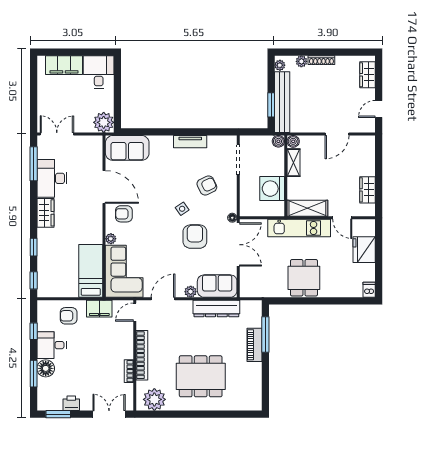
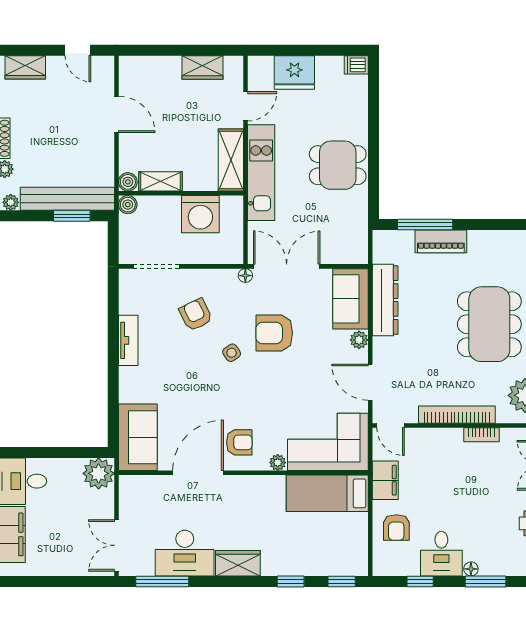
armchair: (124, 214) -> (239, 442), turned -90
floor lamp: (46, 368) -> (471, 569), width x0.53, depth x0.53

